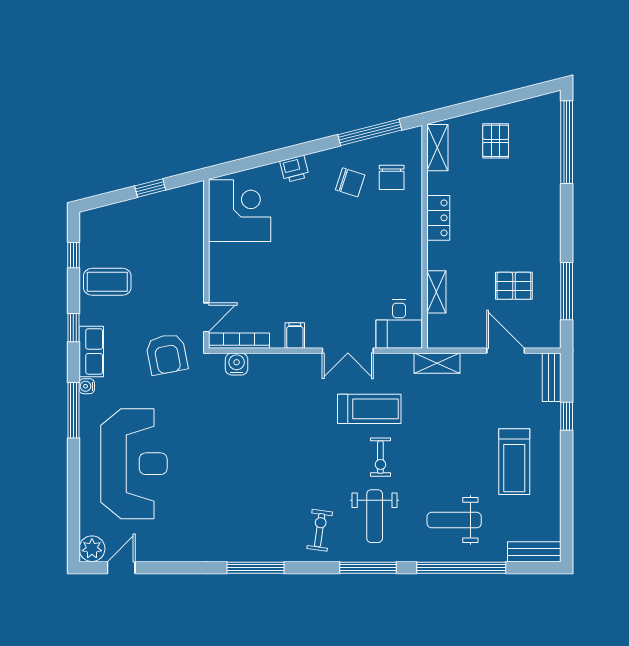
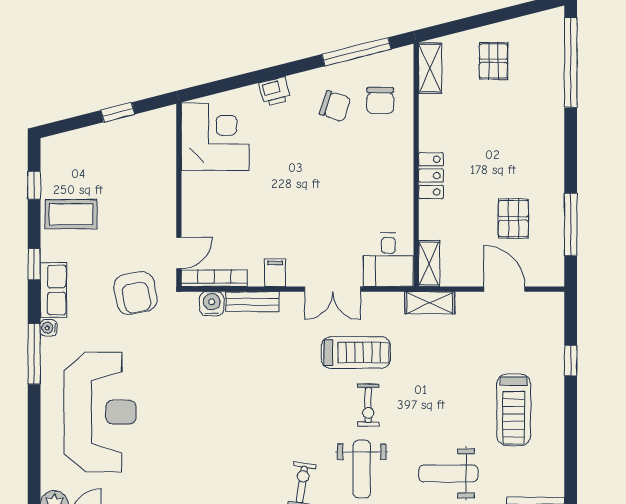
locker: (438, 218) -> (431, 176), moved
pallet: (514, 286) -> (513, 219), turned 90
shelving: (436, 292) -> (429, 264), moved
bench: (552, 377) -> (252, 302), moved, turned 90

